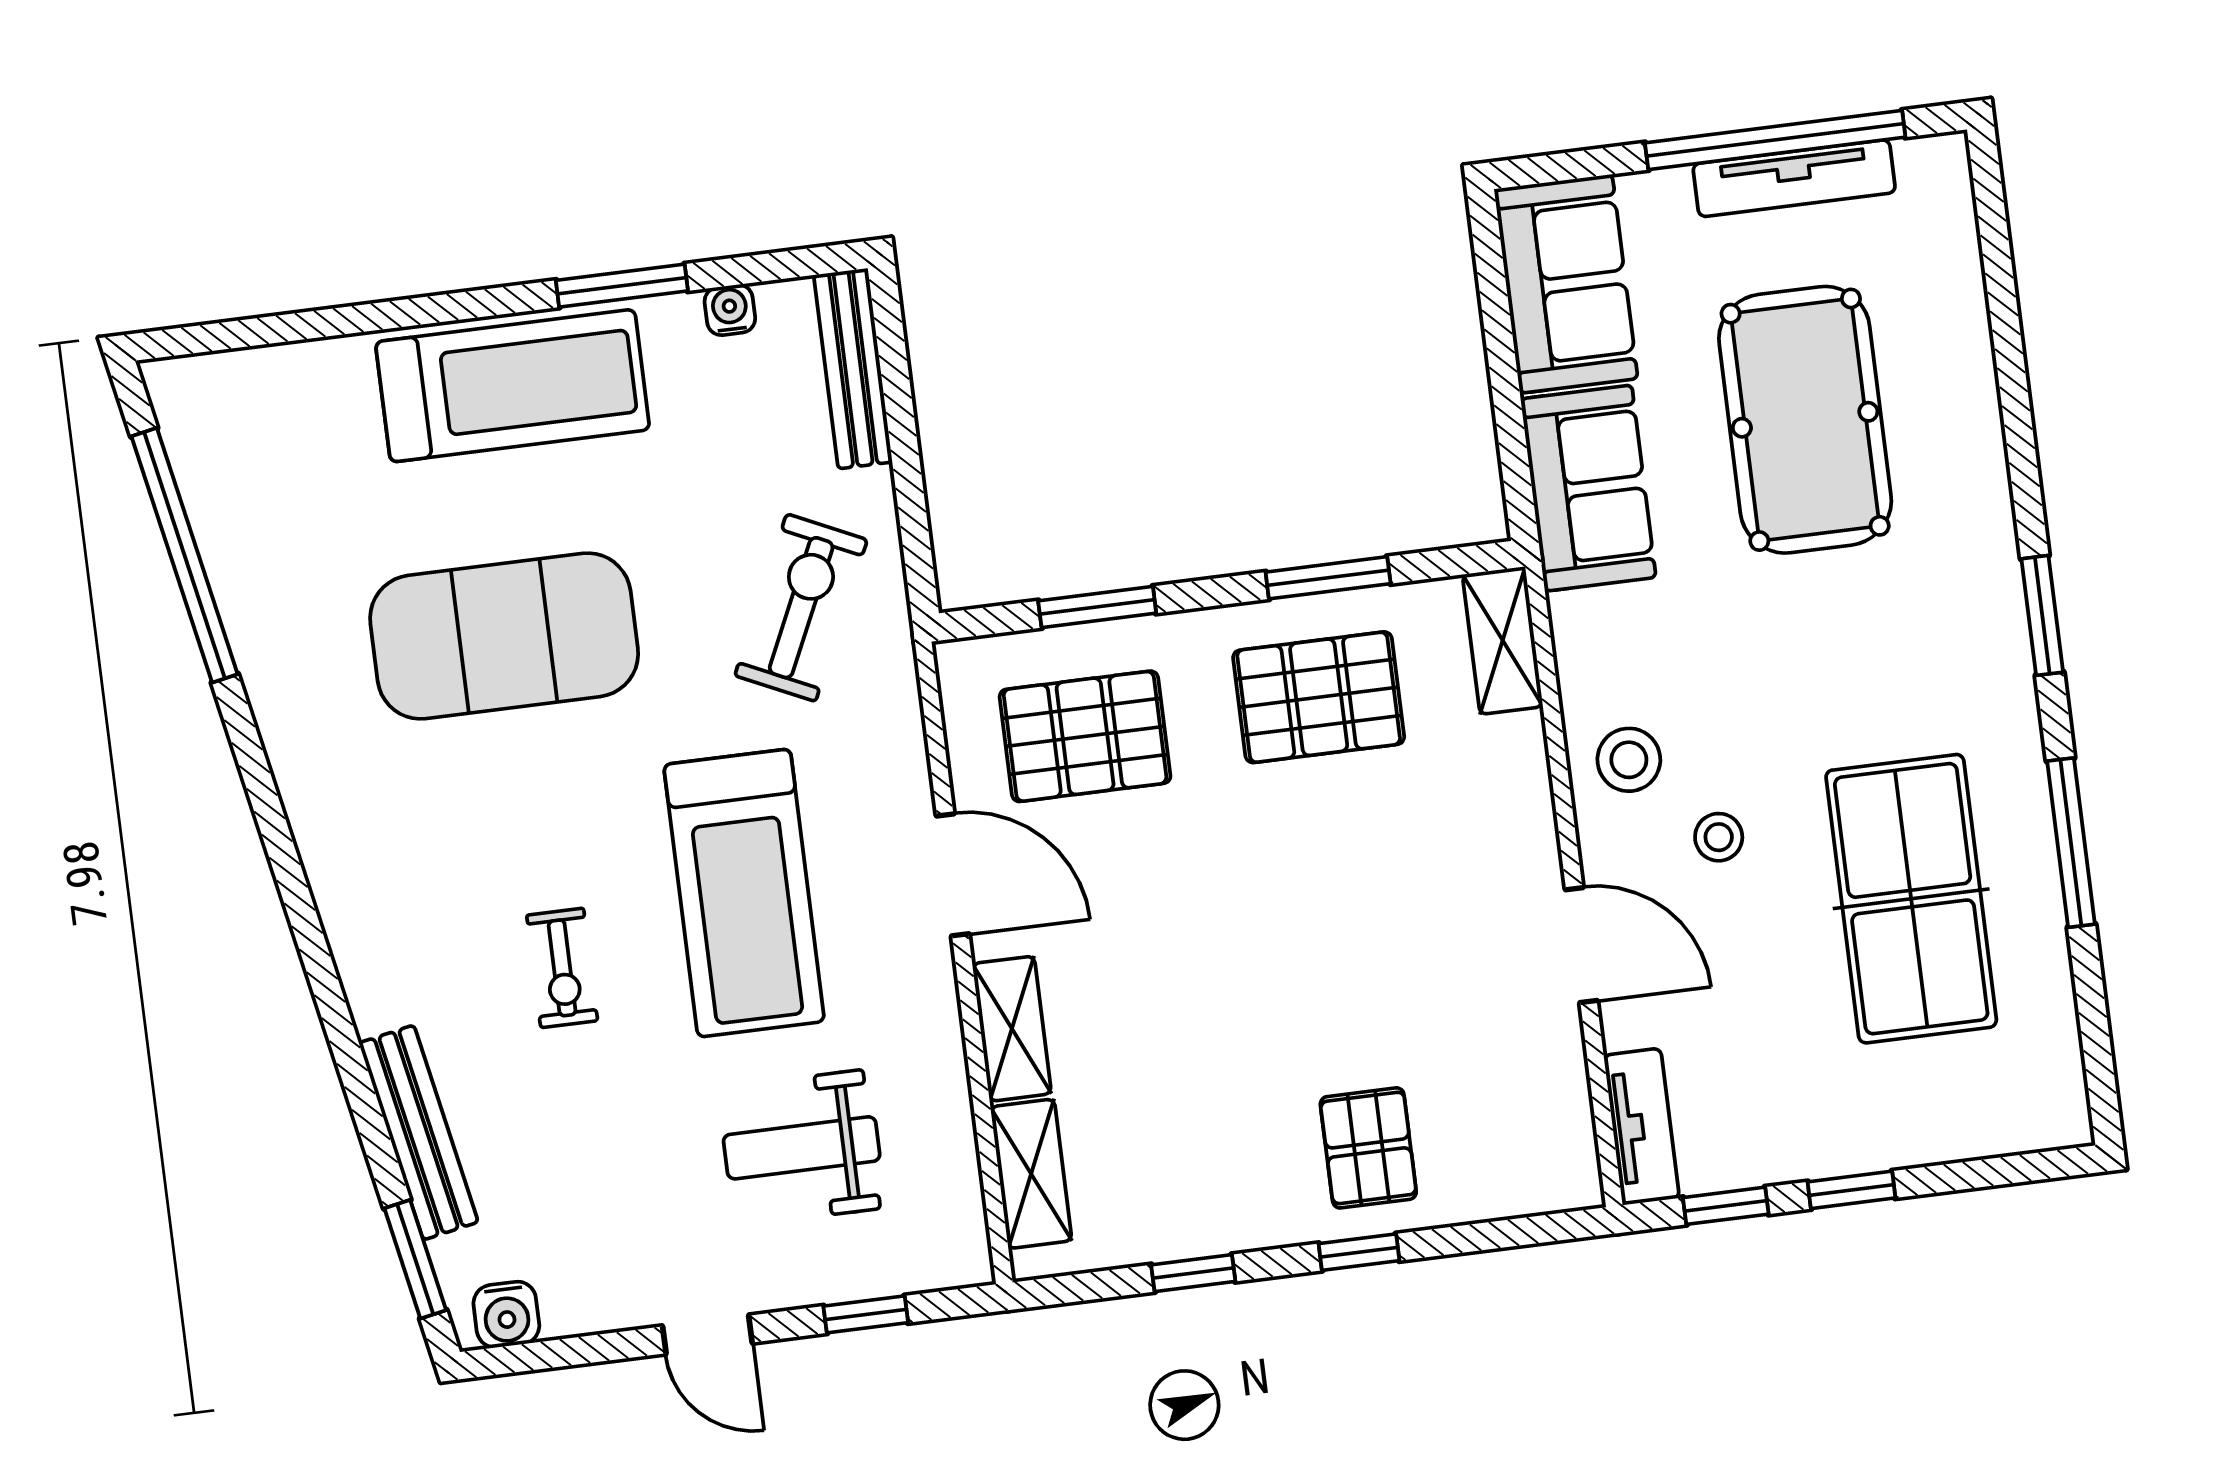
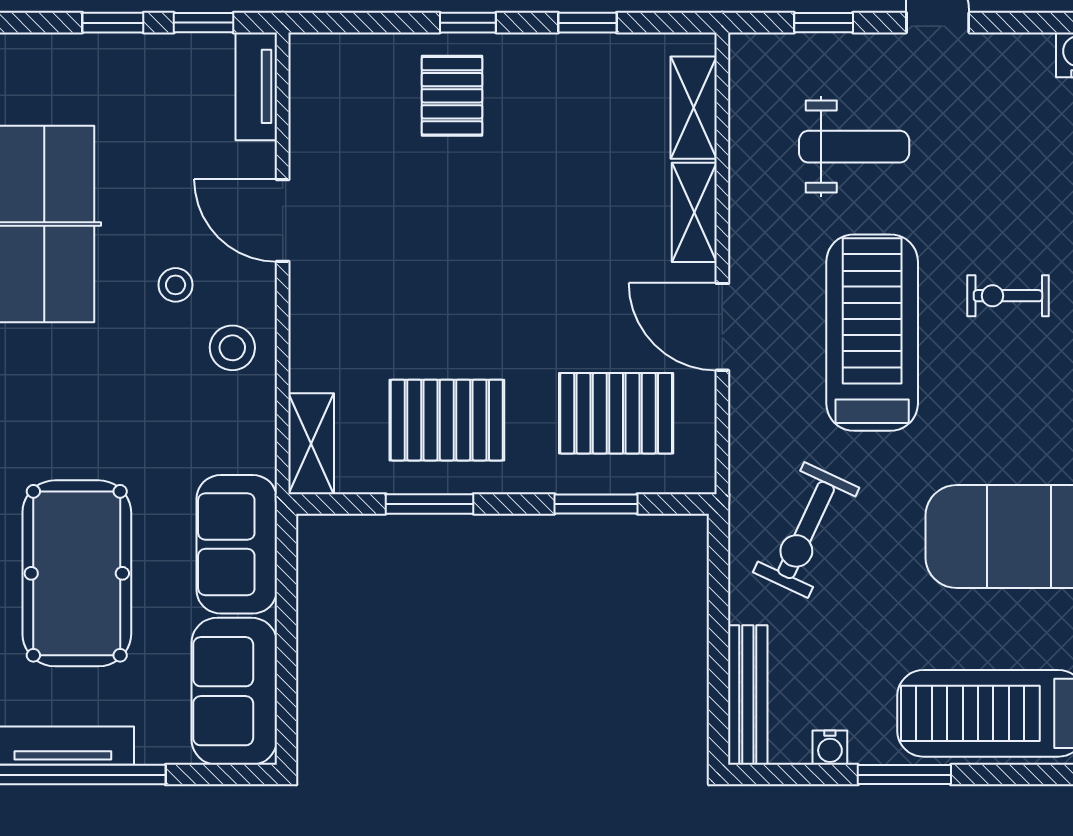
exercise bike: (562, 968) -> (1008, 296), turned -90

